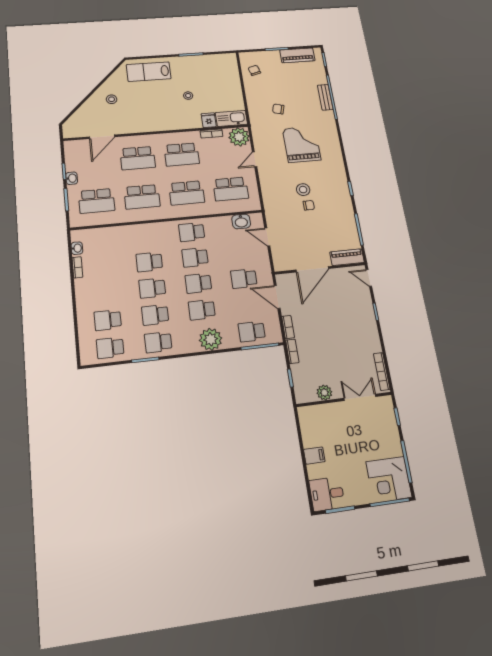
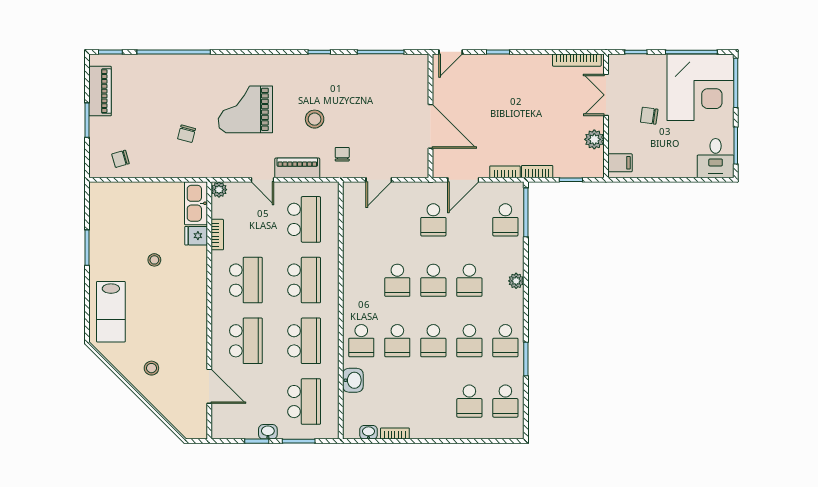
bench: (325, 97) -> (173, 62), removed
plant: (239, 137) -> (219, 190), width x0.53, depth x0.53
chair: (309, 205) -> (342, 154), moved
washbasin: (241, 221) -> (353, 380), moved
school desk: (192, 232) -> (361, 341), moved
piano: (347, 257) -> (297, 168), moved, turned 90
plant: (211, 339) -> (516, 281), width x0.53, depth x0.53
chair: (351, 434) -> (649, 116), added
filing cabinet: (314, 456) -> (620, 163), moved, turned 90
corner desk: (389, 479) -> (700, 87), width x1.36, depth x1.36

